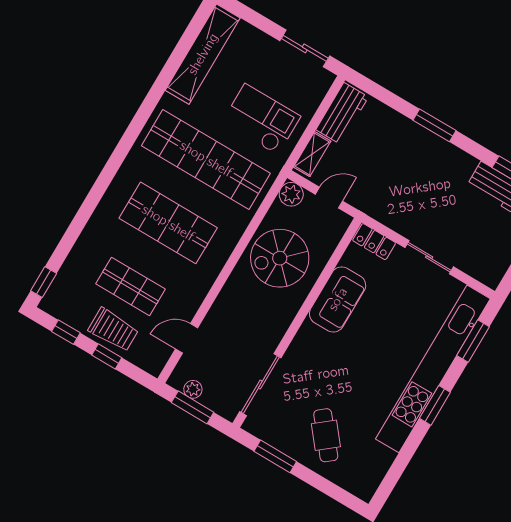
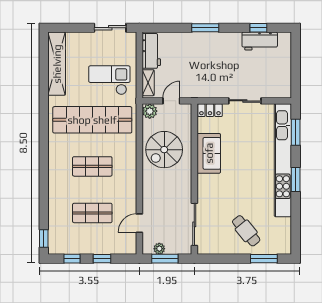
shop shelf: (168, 223) -> (92, 166), width x0.70, depth x0.74
trolley: (113, 330) -> (97, 242), removed
window: (275, 456) -> (264, 259), moved

